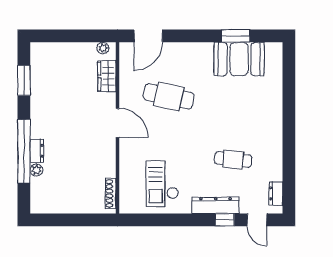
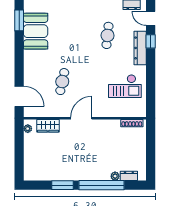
window: (236, 36) -> (19, 20), moved
window: (24, 80) -> (62, 185), moved
cafe table: (169, 96) -> (62, 82), width x0.73, depth x0.74
dresser: (37, 151) -> (129, 176), moved
door: (257, 220) -> (151, 18), swing flipped

